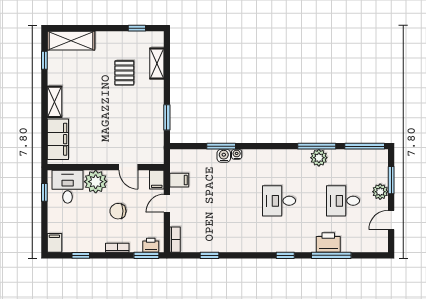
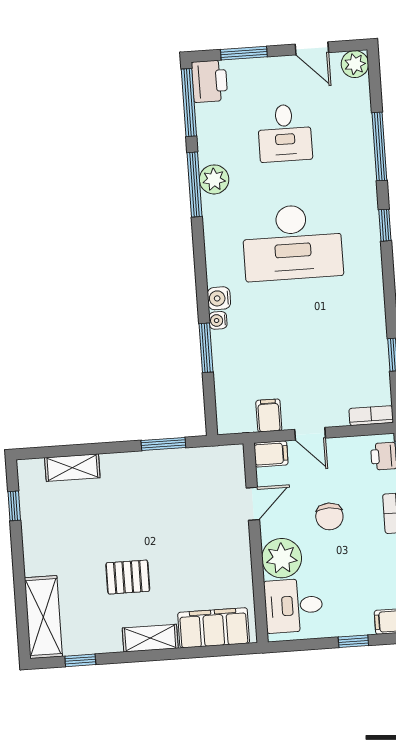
pallet: (124, 73) -> (128, 577), moved
water cooler: (224, 156) -> (219, 298), moved
window: (44, 192) -> (353, 641), moved
plant: (380, 192) -> (355, 64), moved
desk: (279, 201) -> (292, 242), width x1.87, depth x1.30
printer: (328, 242) -> (210, 81), moved, turned 180

